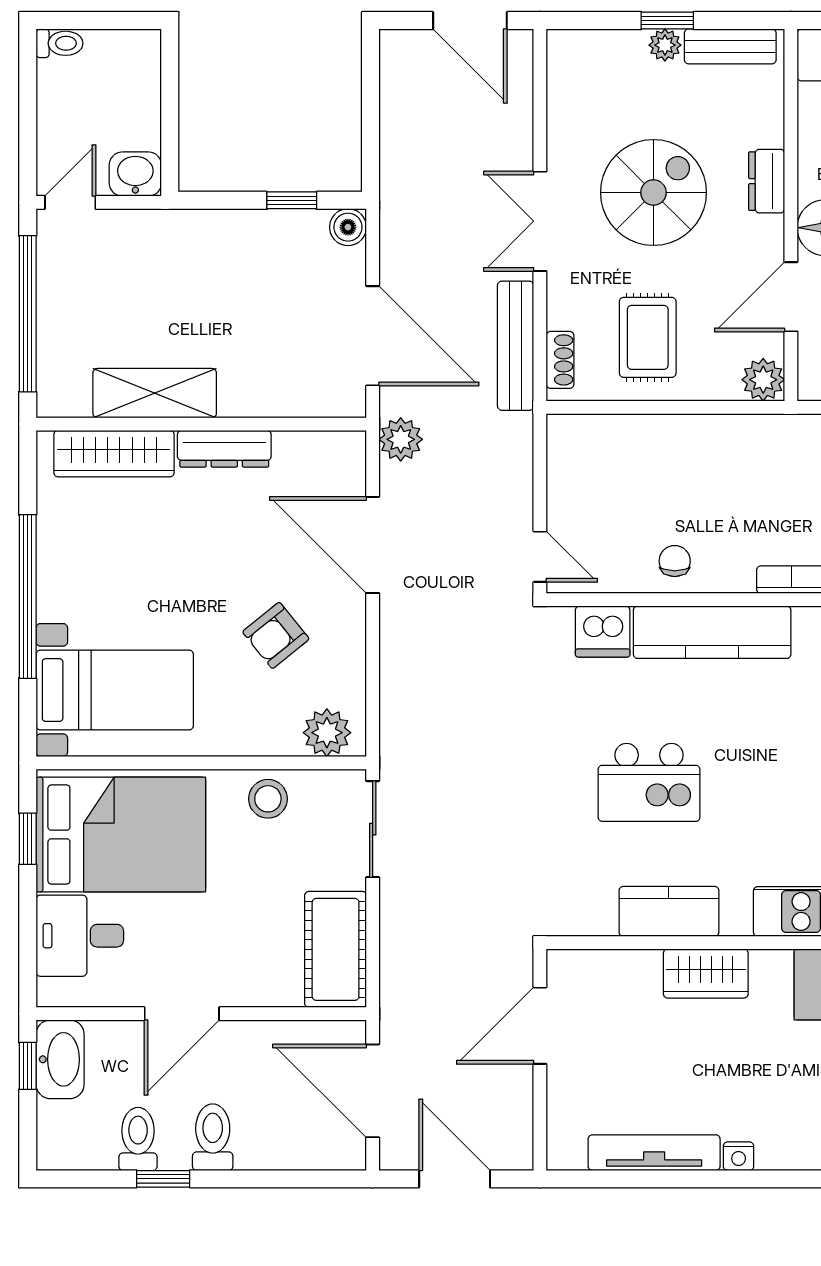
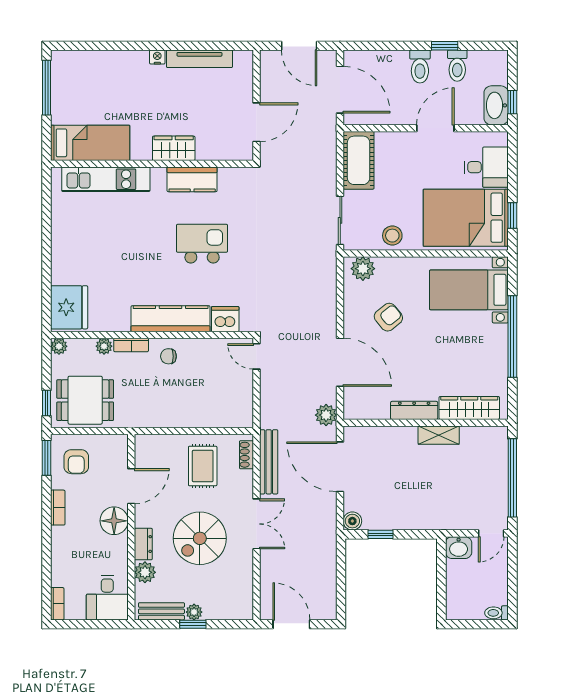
plant: (763, 380) -> (145, 572), moved
shelving: (155, 393) -> (439, 435), width x0.67, depth x0.75
chair: (675, 561) -> (168, 356), moved, turned 90

